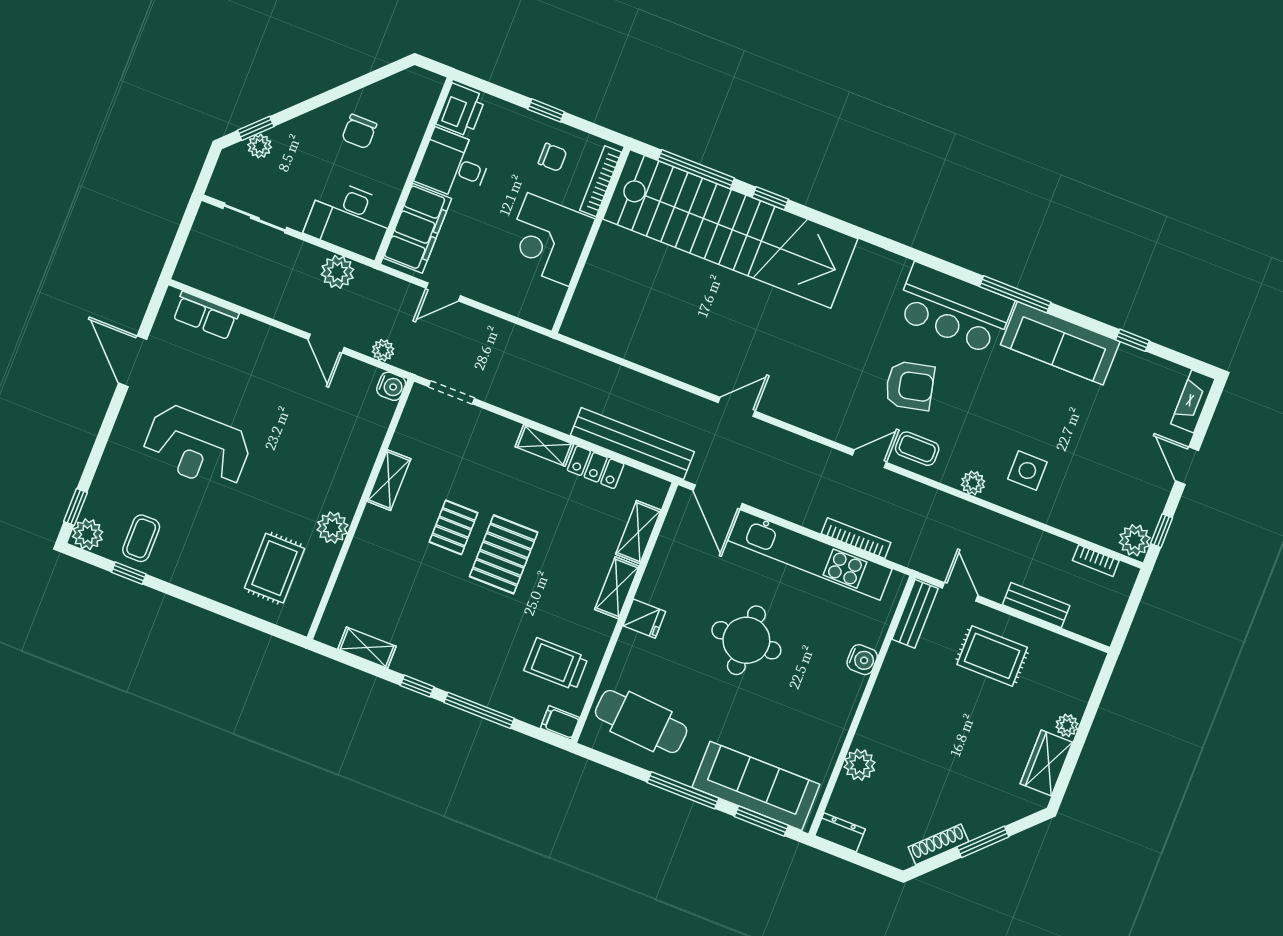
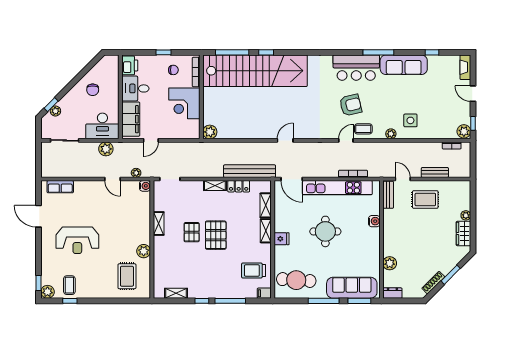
plant: (579, 324) -> (210, 132), added

